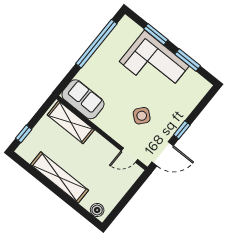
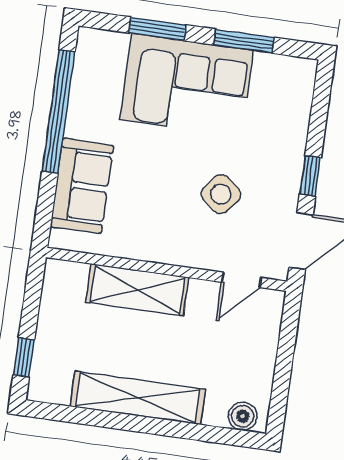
sofa: (83, 99) -> (82, 186), moved, turned 90
shelving: (71, 122) -> (137, 290), moved

